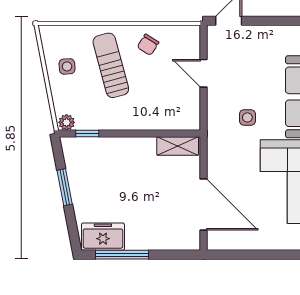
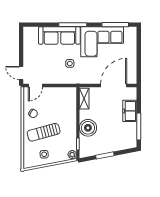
door: (204, 73) -> (35, 86), moved
boiler: (120, 154) -> (88, 128), added
freezer: (103, 237) -> (130, 111), moved

